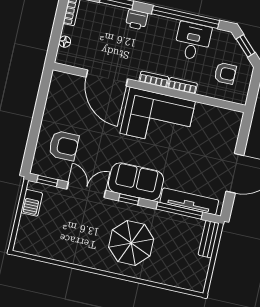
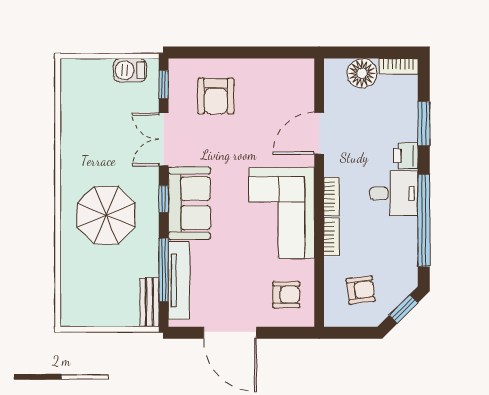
desk: (193, 41) -> (394, 193), moved
floor lamp: (65, 42) -> (362, 73), width x1.89, depth x1.89
armchair: (225, 73) -> (361, 290), turned -97
door: (107, 78) -> (319, 133), width x0.73
armchair: (217, 127) -> (286, 295), added
double door: (86, 190) -> (164, 139), swing flipped
bench: (209, 239) -> (150, 302), moved, turned 90

